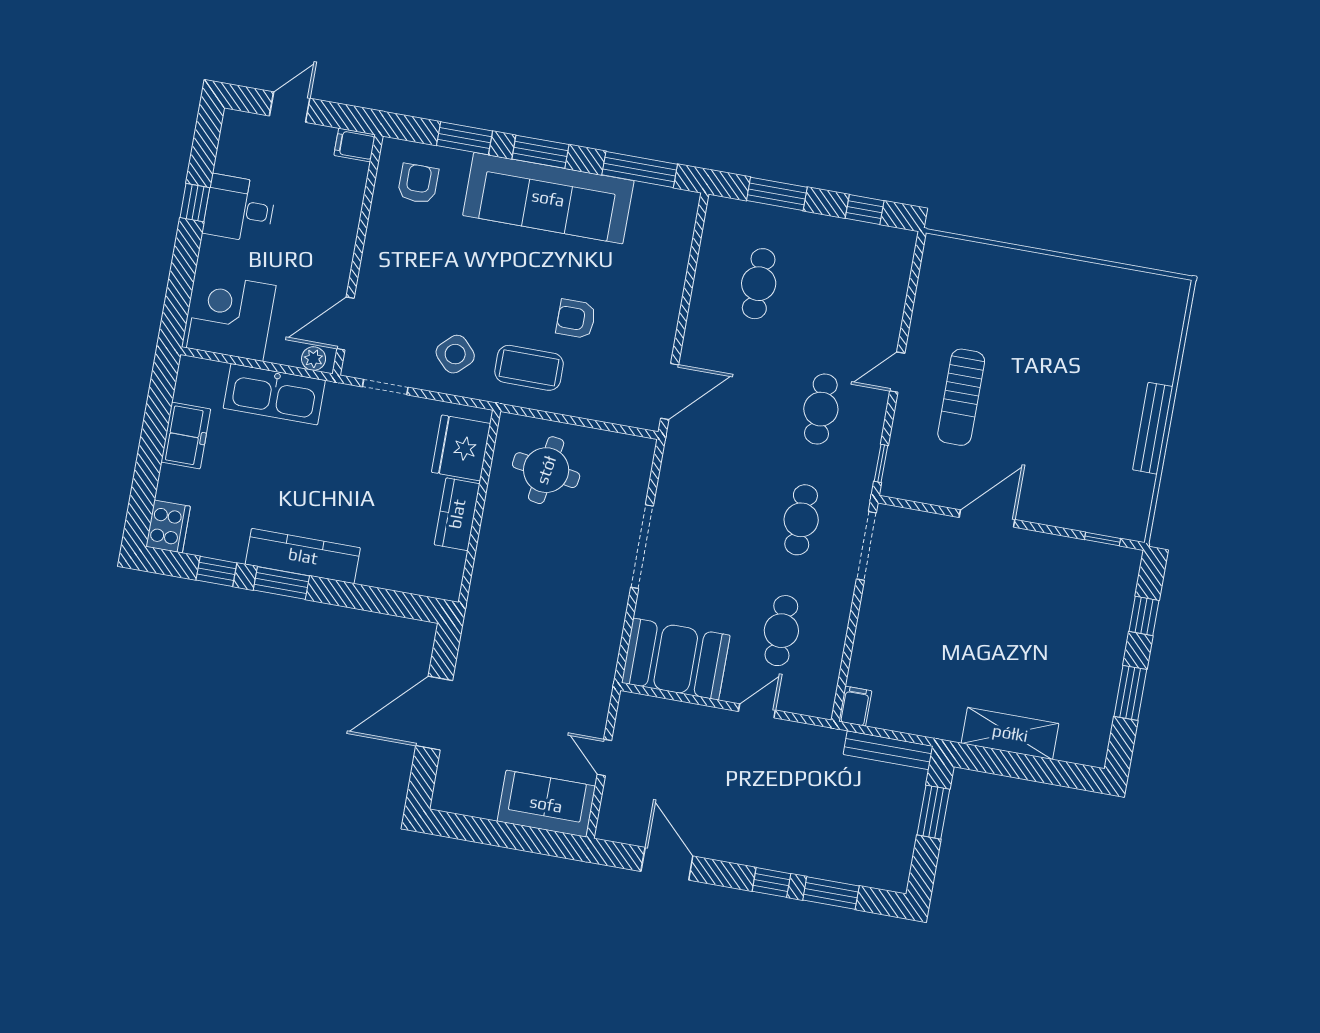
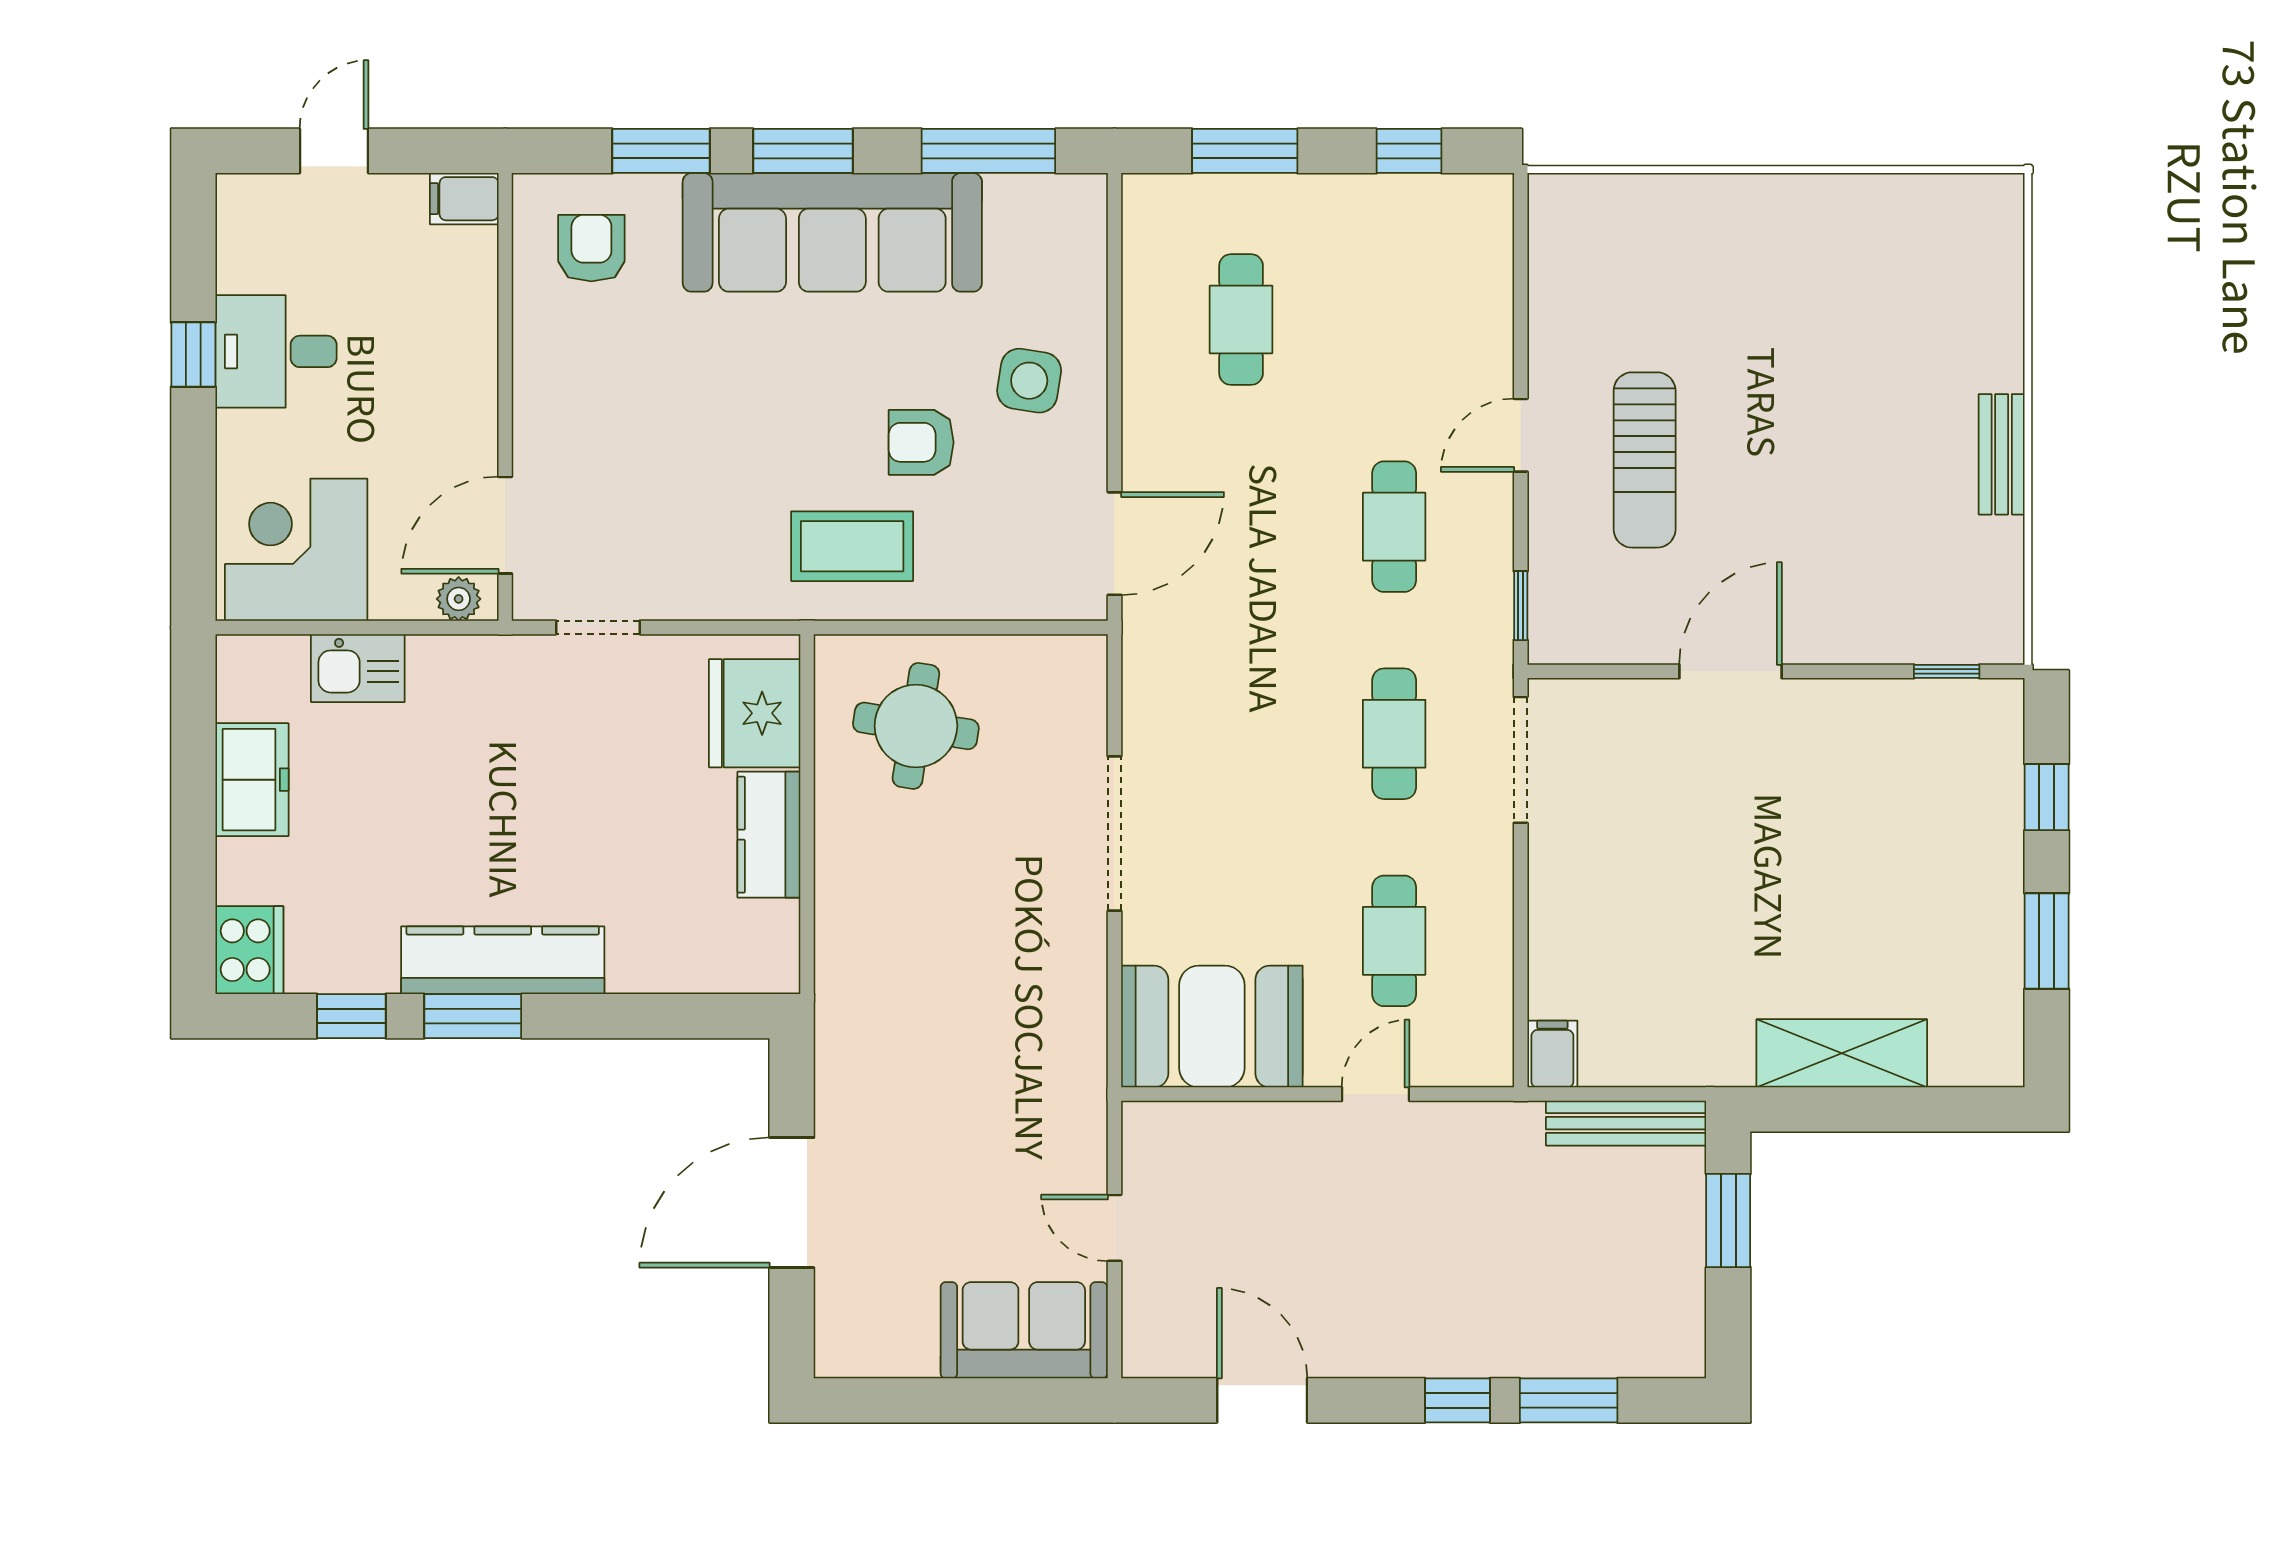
side table: (455, 354) -> (1029, 381), moved, turned -37
kitchen sink: (274, 394) -> (358, 668), width x0.53, depth x0.81
bench: (1153, 428) -> (2002, 454), width x0.73

